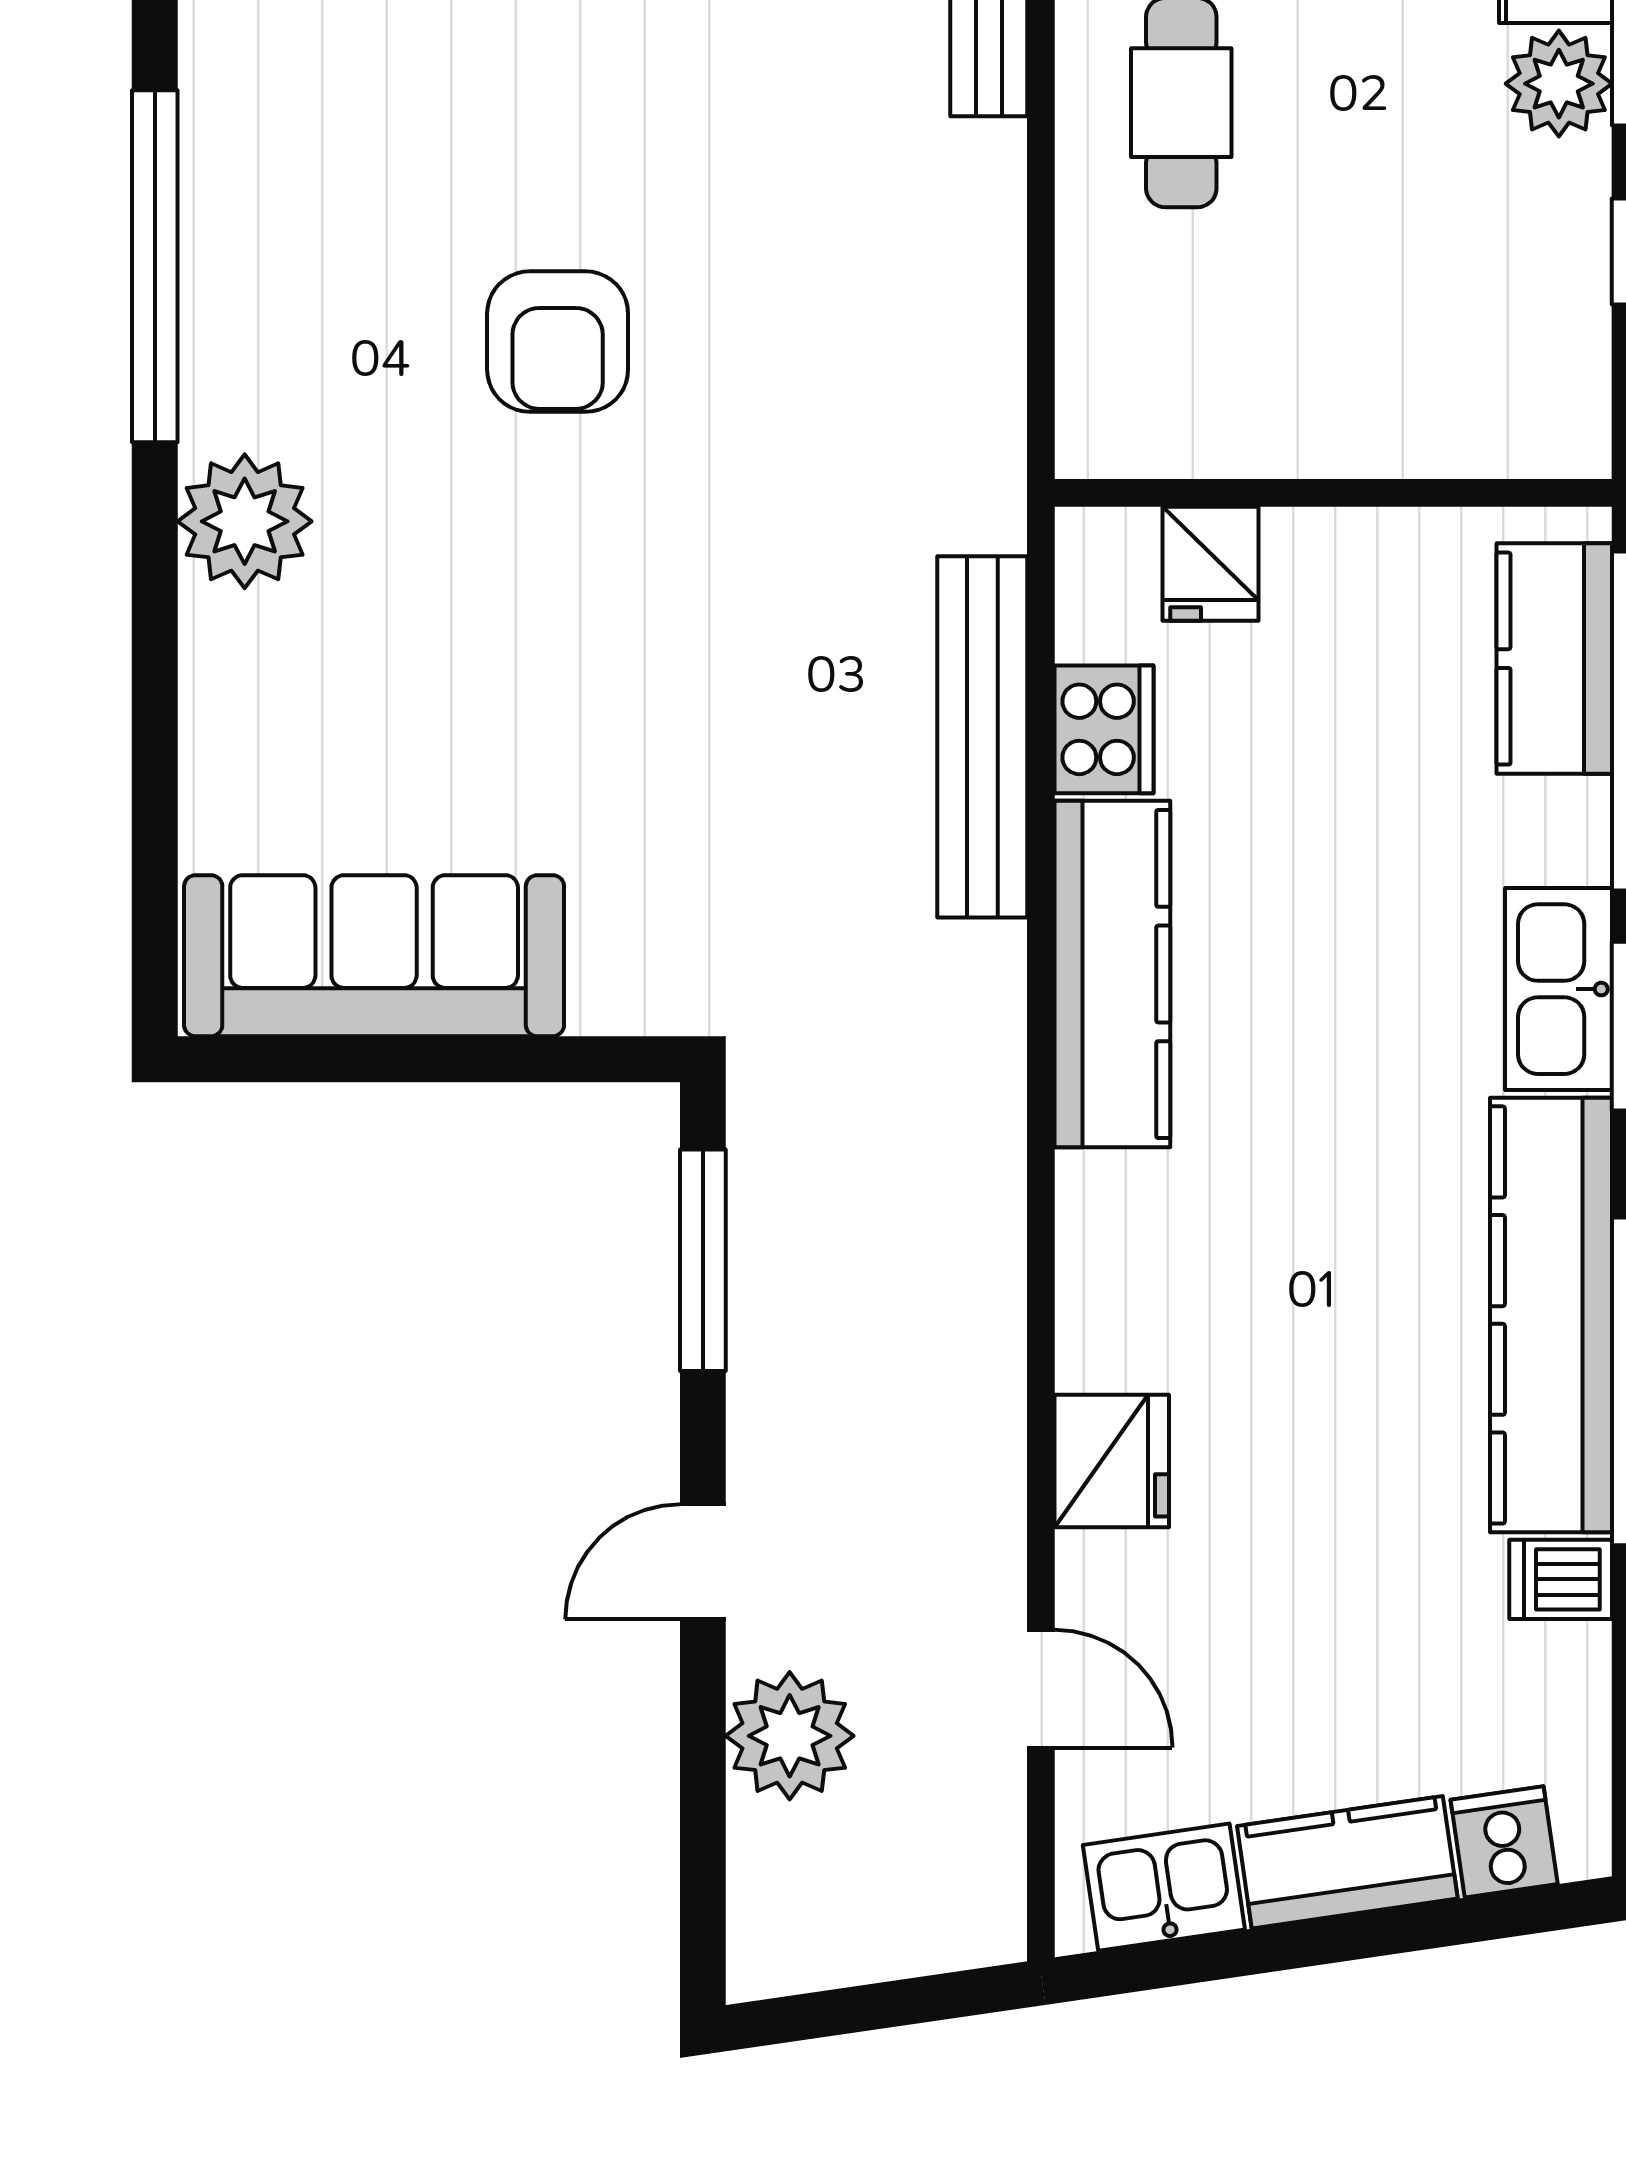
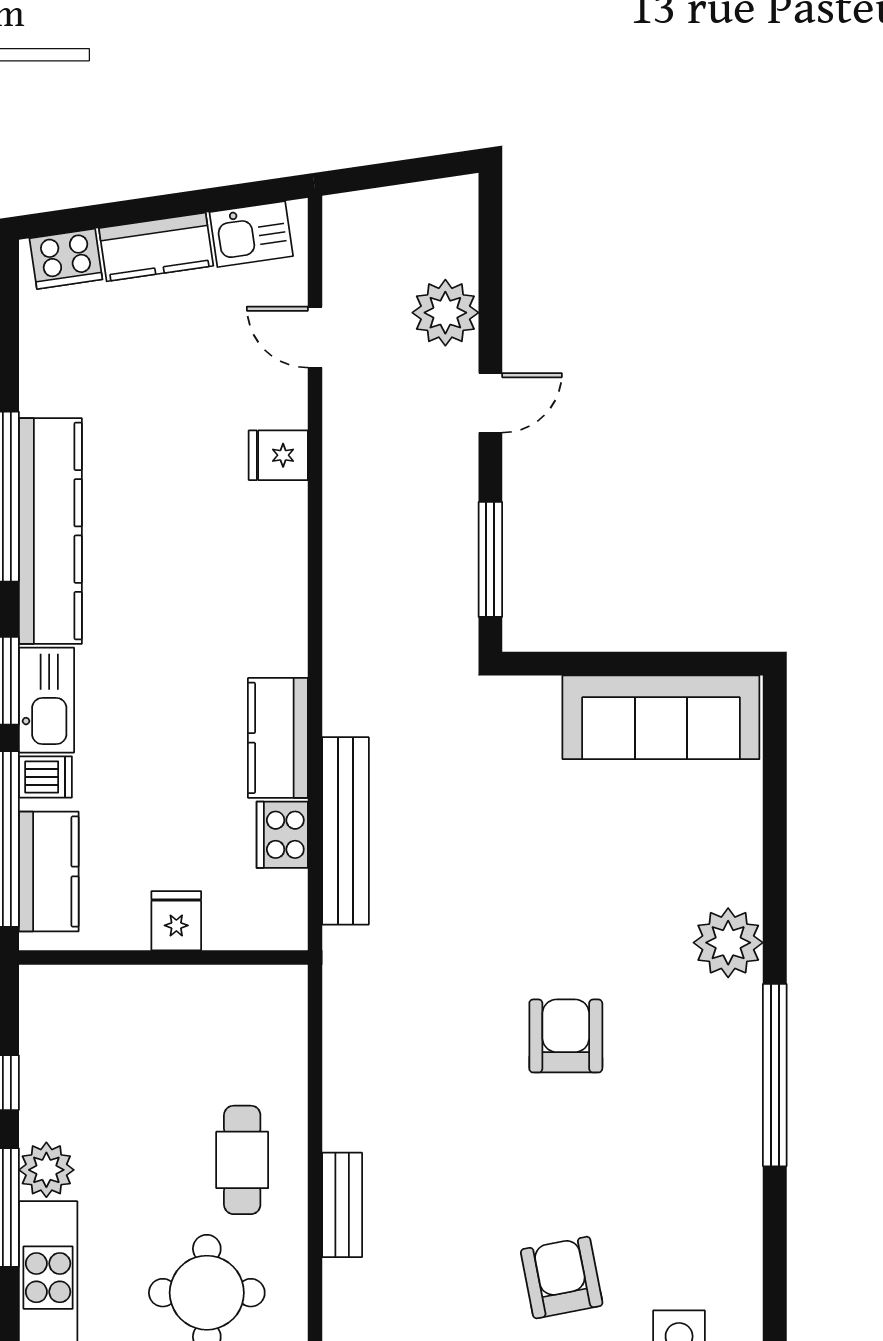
fridge: (1211, 564) -> (176, 921), moved
kitchen counter: (1112, 974) -> (278, 738), width x0.67
fridge: (1112, 1461) -> (278, 455), width x0.72
dishwasher: (1561, 1579) -> (45, 777), moved
cooker: (1504, 1842) -> (66, 259), width x1.36

